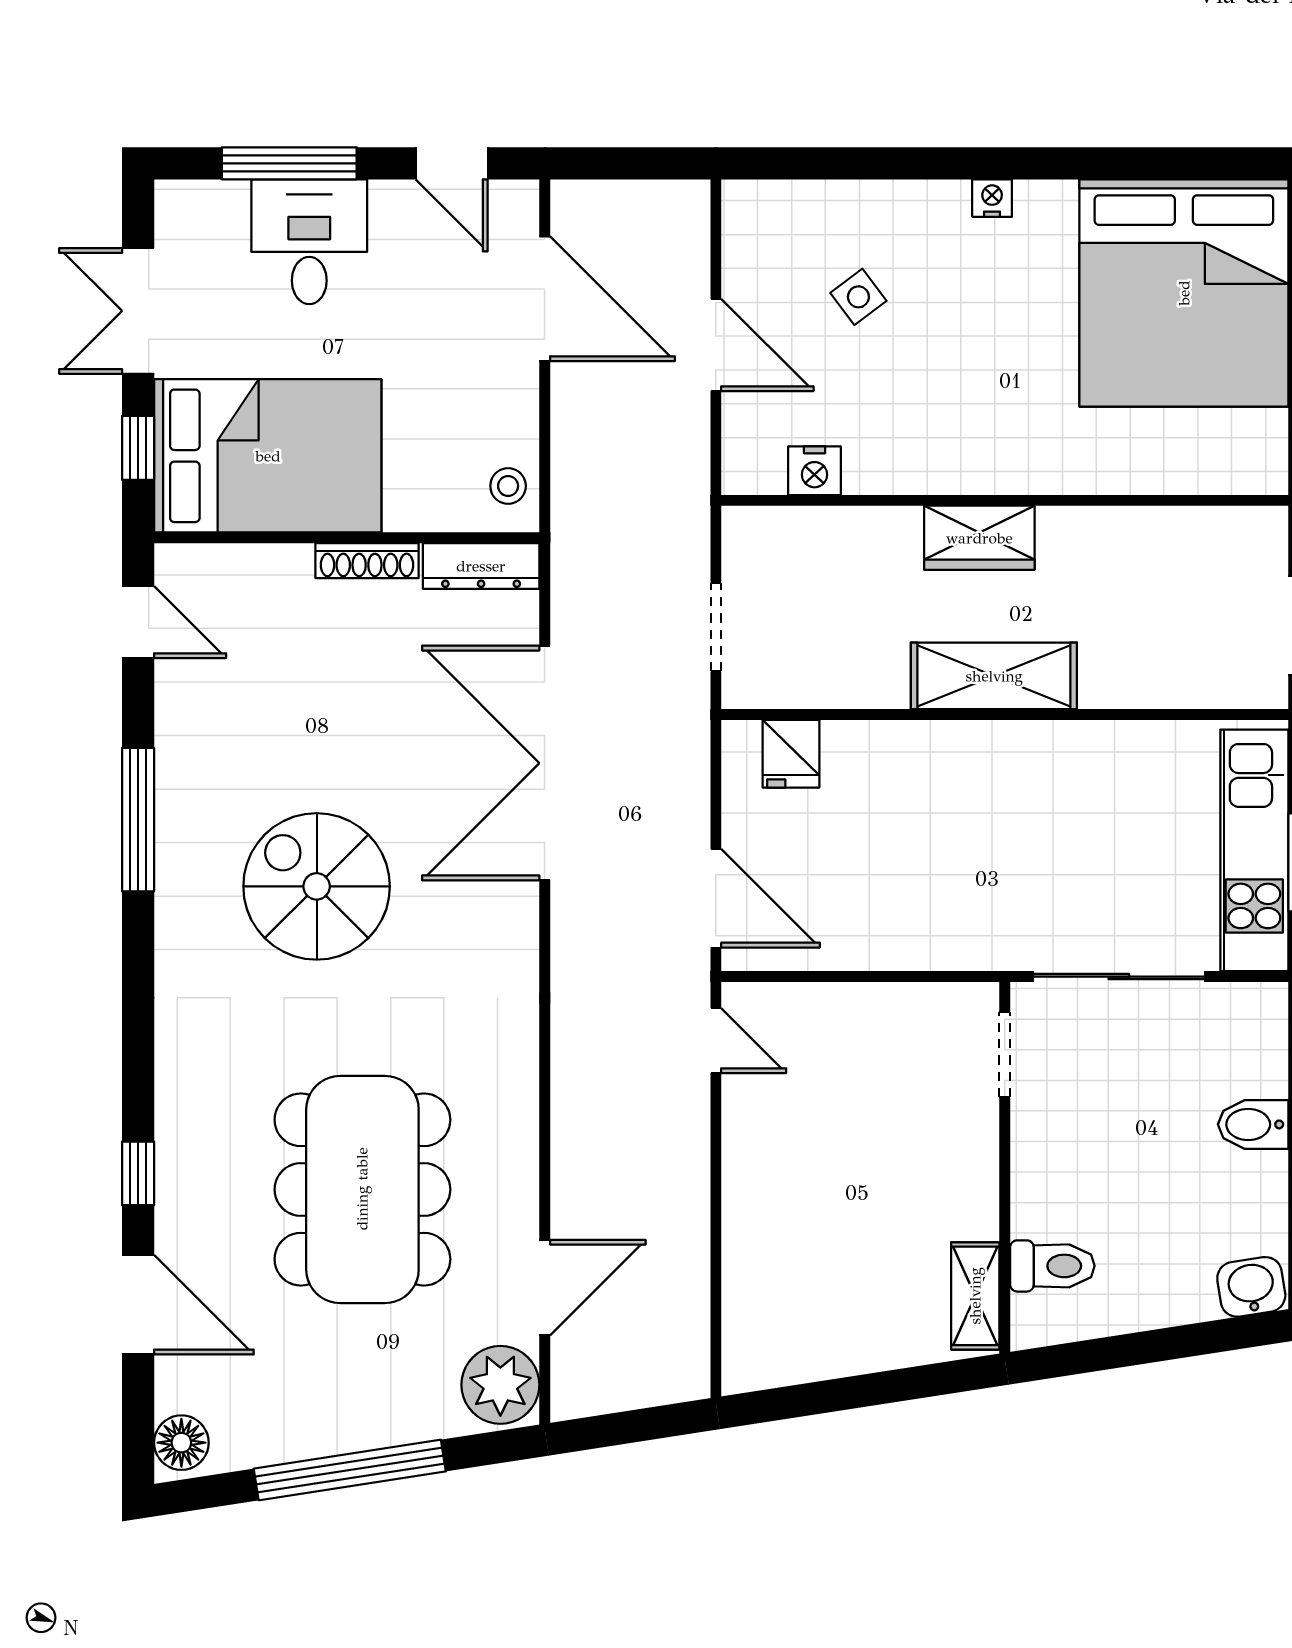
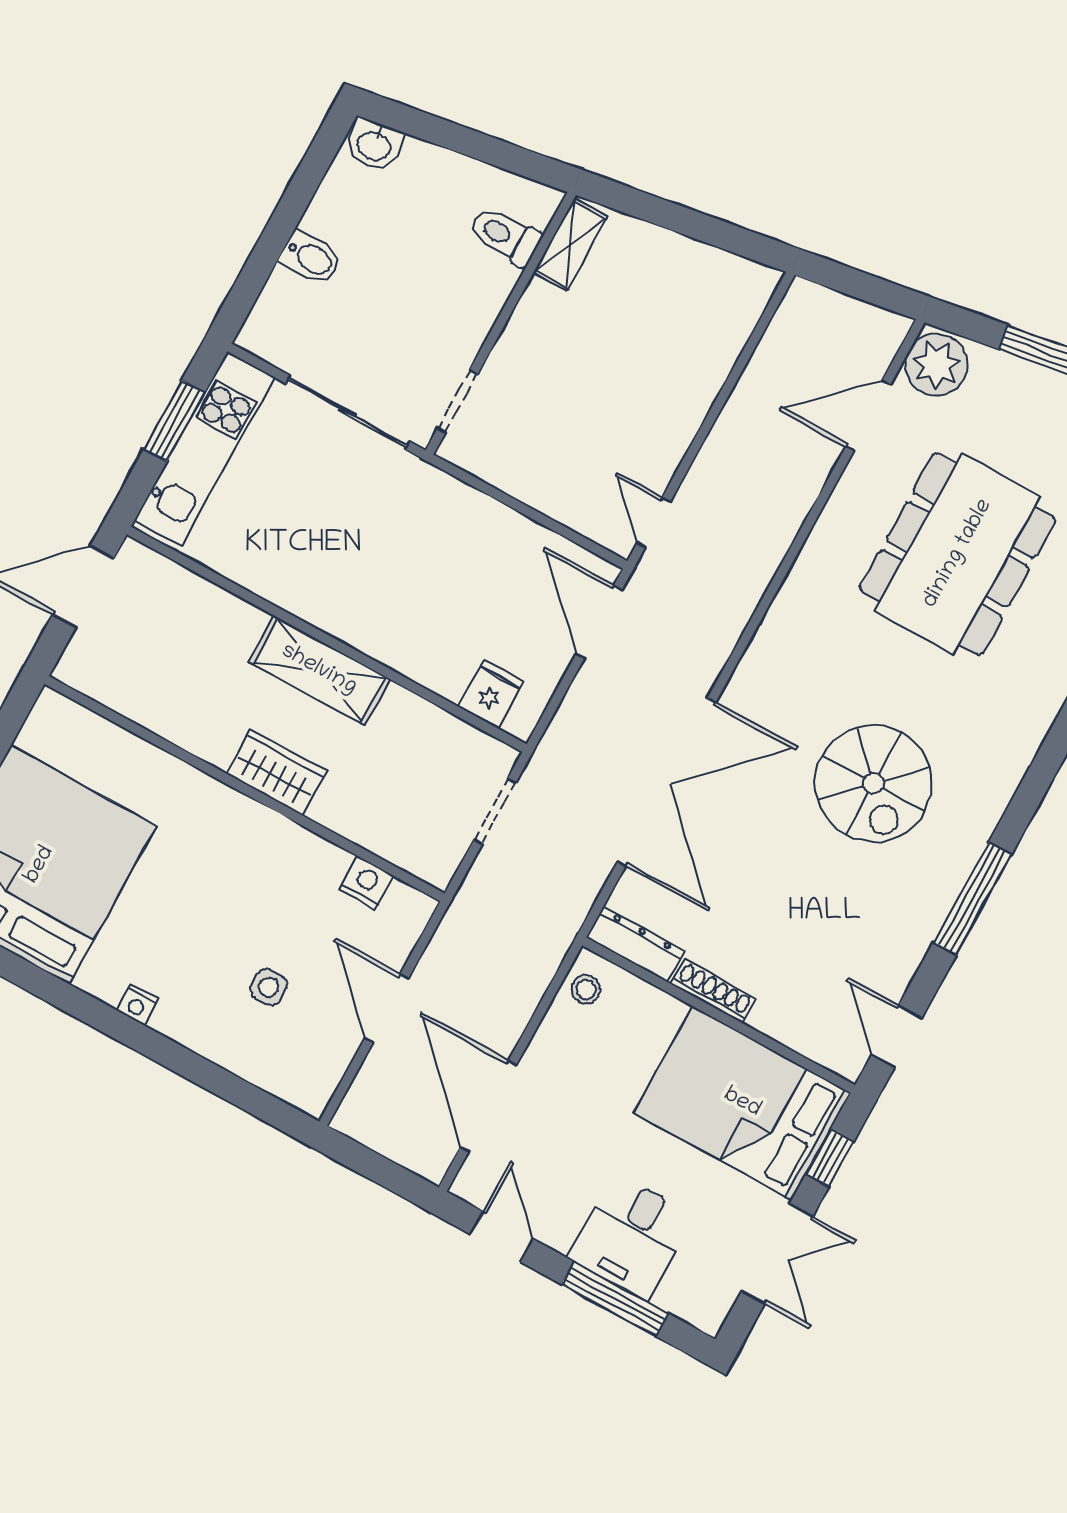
side table: (858, 297) -> (269, 987), turned 37

